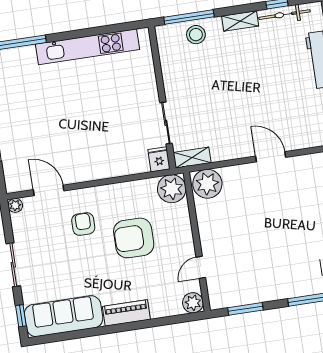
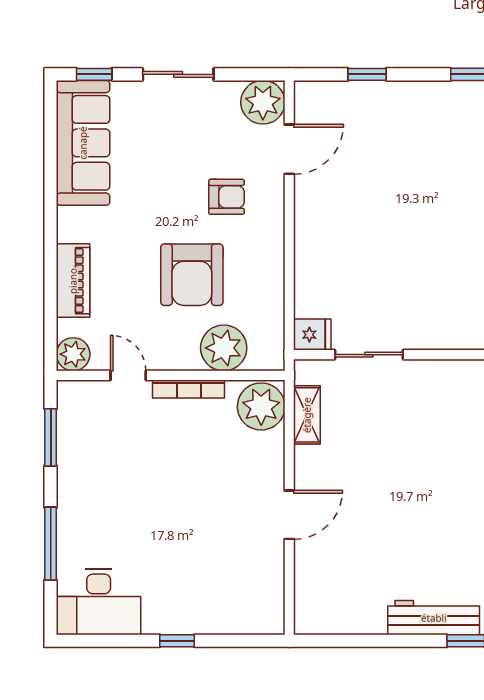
shelving: (192, 158) -> (307, 415), moved
plant: (172, 189) -> (224, 348), moved
plant: (15, 205) -> (263, 102), width x1.88, depth x1.88
bookcase: (203, 229) -> (189, 389), added
armchair: (134, 238) -> (192, 275), turned 180
piano: (126, 313) -> (73, 281), moved

